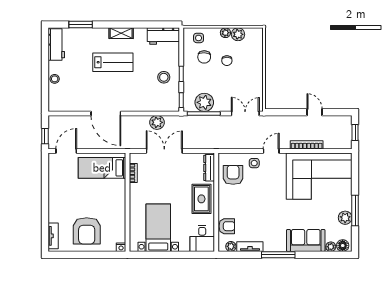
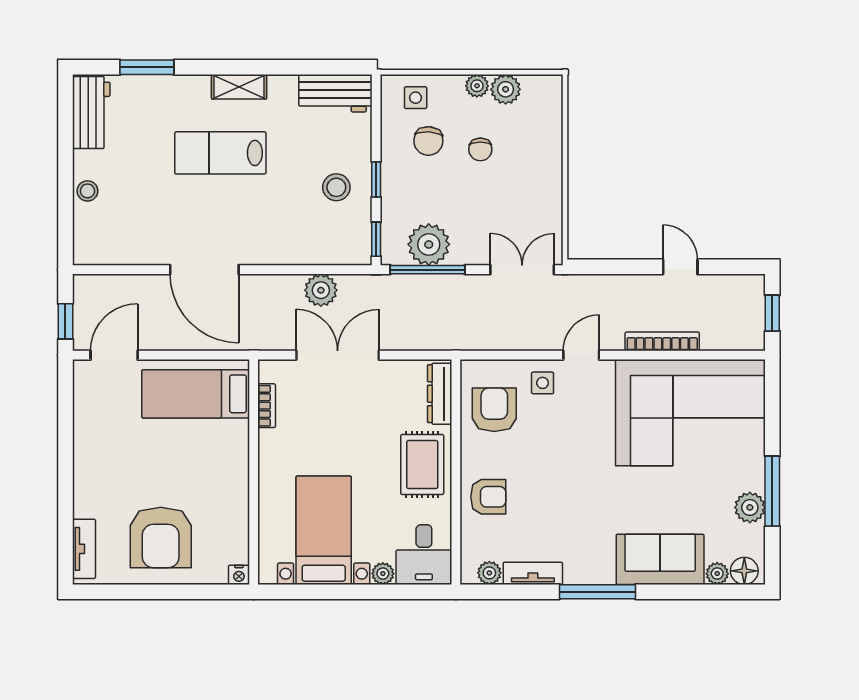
lab bench: (113, 62) -> (220, 153), turned 180
armchair: (227, 226) -> (488, 497), moved
plant: (184, 247) -> (383, 574), added

